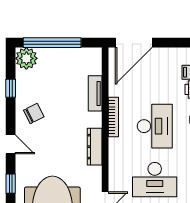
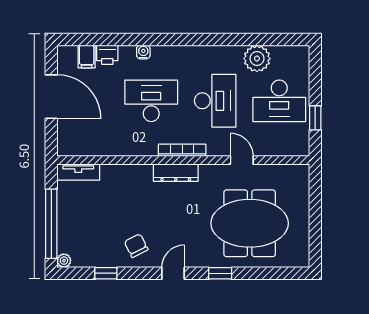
door: (134, 43) -> (51, 97), moved
plant: (26, 58) -> (64, 261), width x0.53, depth x0.53
tv unit: (95, 93) -> (78, 172), moved
bookcase: (113, 117) -> (182, 150), moved

